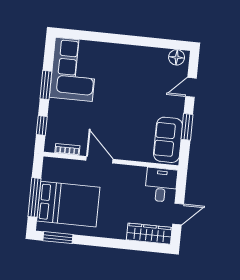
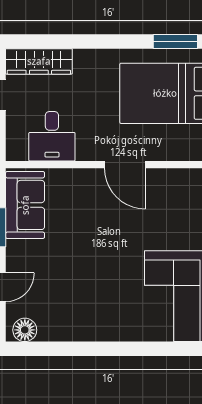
bookcase: (67, 149) -> (175, 175), removed
desk: (161, 185) -> (52, 136), moved

